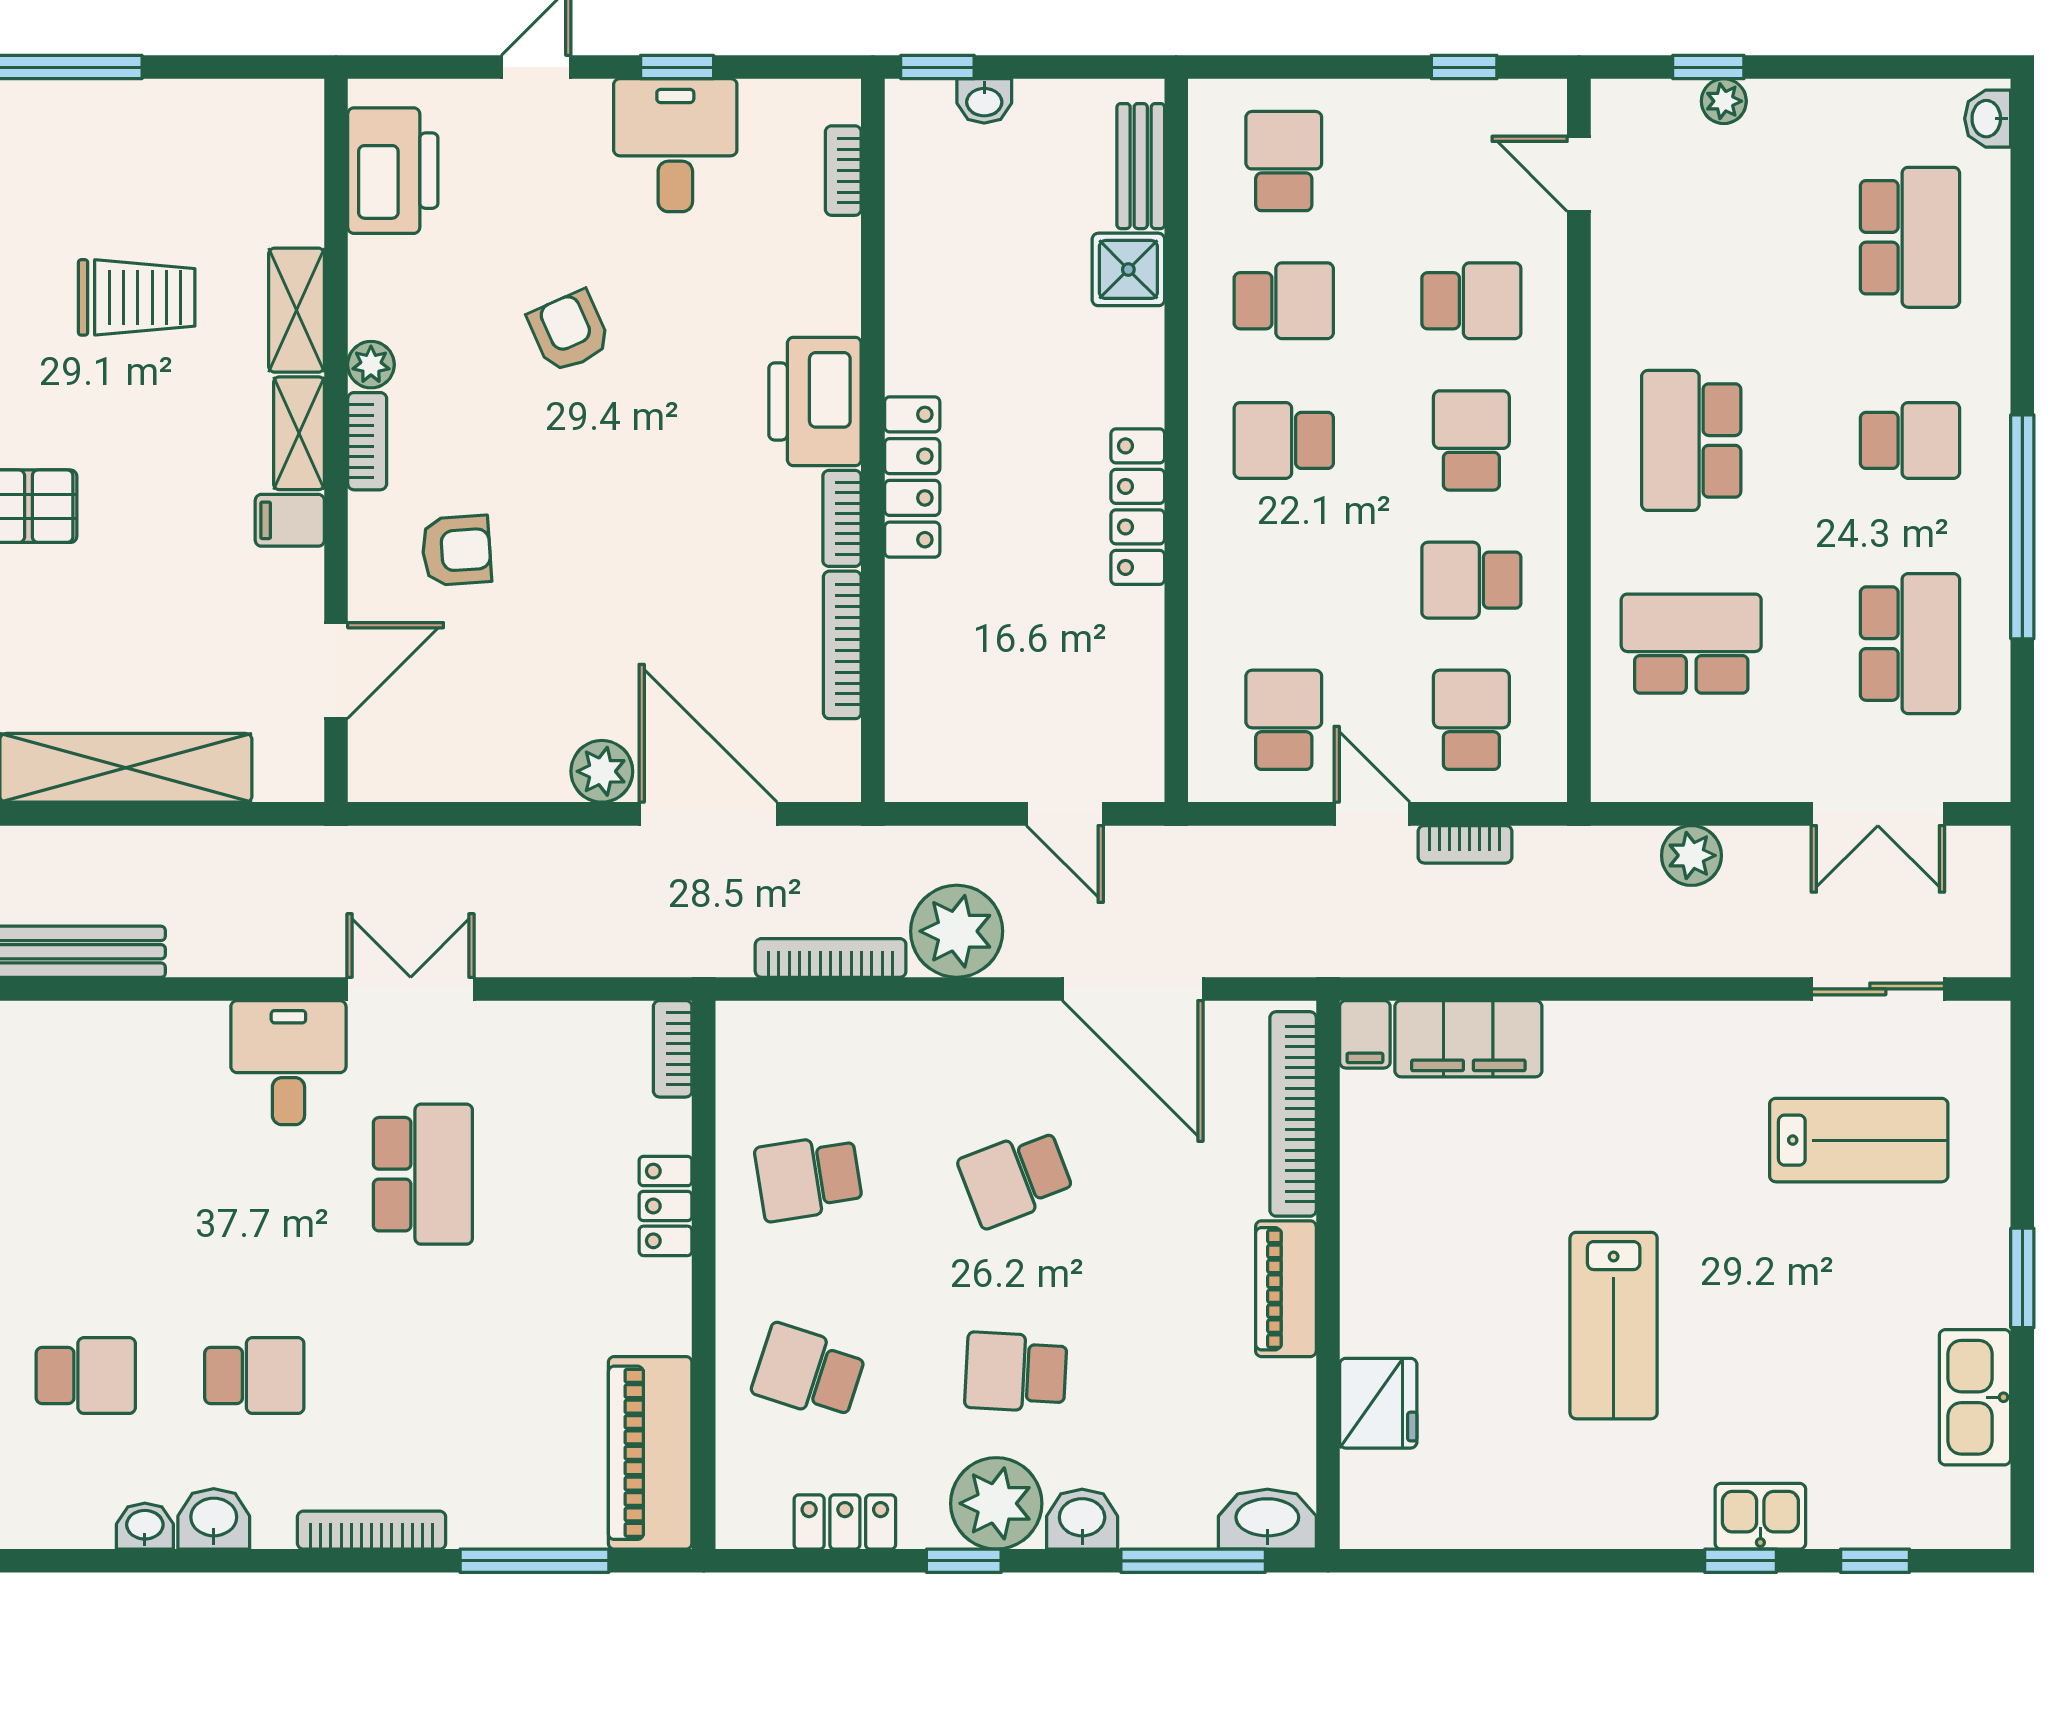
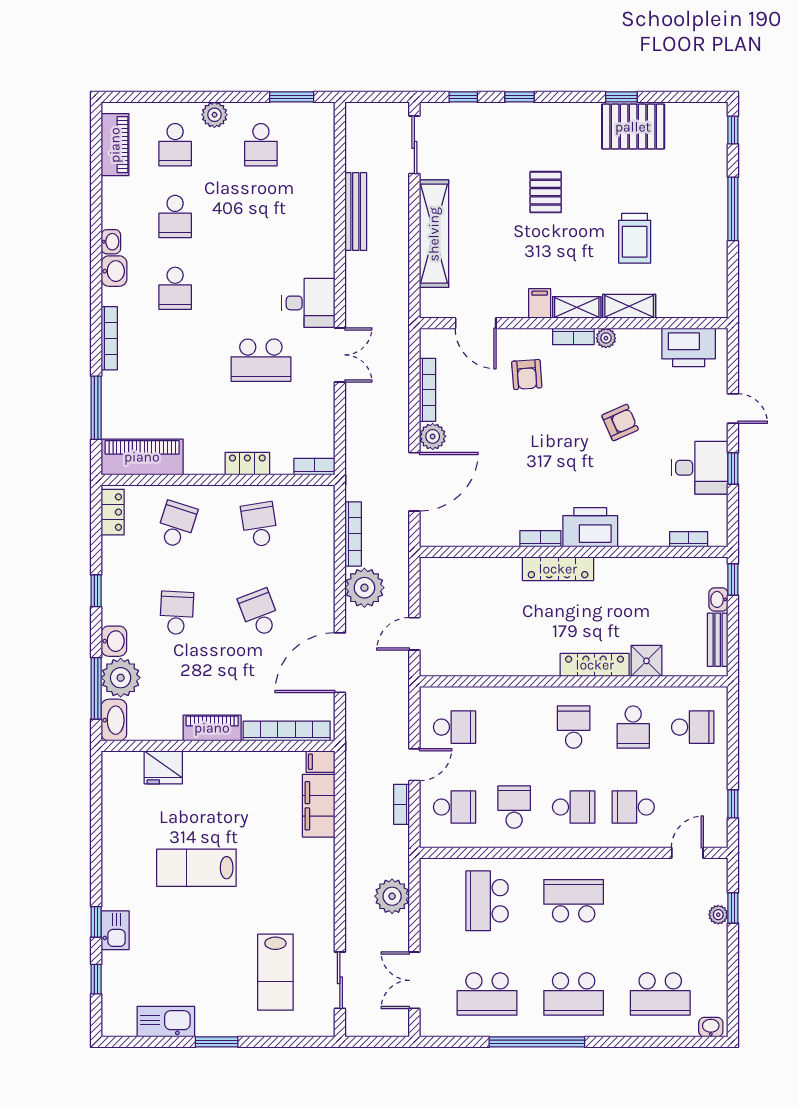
bench: (1141, 166) -> (718, 640), moved, turned 90
school desk: (1471, 301) -> (633, 807), turned 90
school desk: (1910, 440) -> (574, 994), width x1.85
locker: (1138, 507) -> (595, 665), moved
school desk: (1691, 644) -> (487, 901), turned 180
bookcase: (842, 645) -> (427, 390), moved, turned 90
plant: (1691, 855) -> (392, 896), width x1.36, depth x1.36
plant: (996, 1503) -> (121, 678), moved
locker: (845, 1522) -> (113, 512), moved

